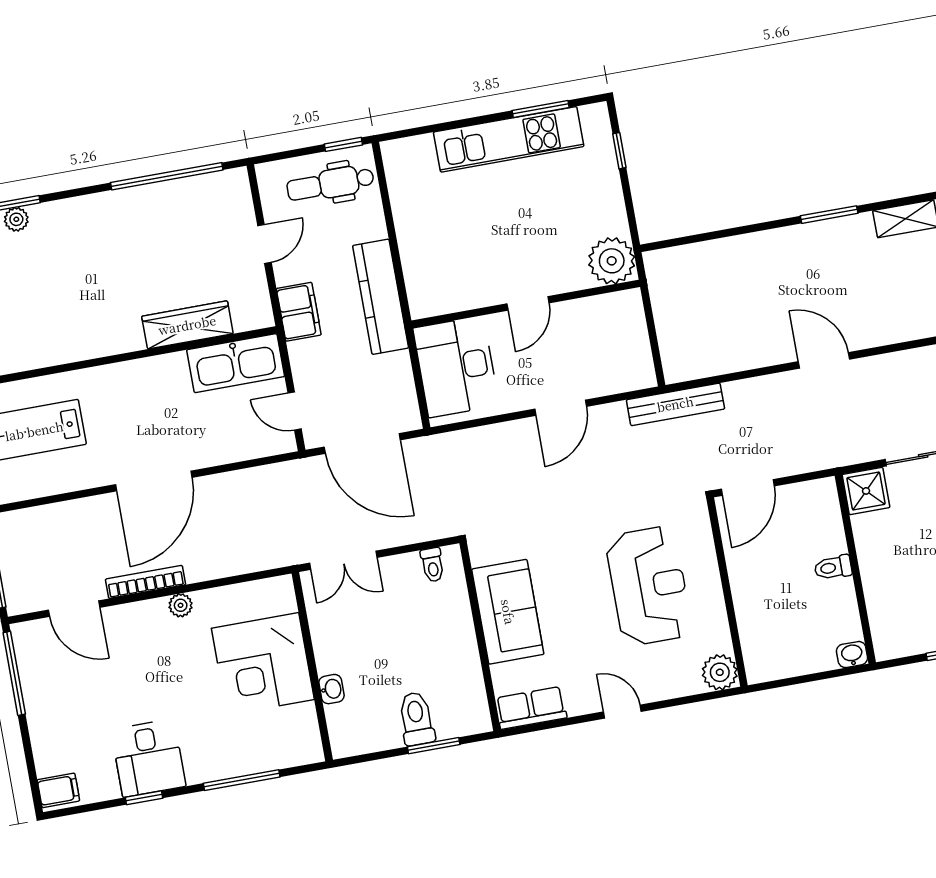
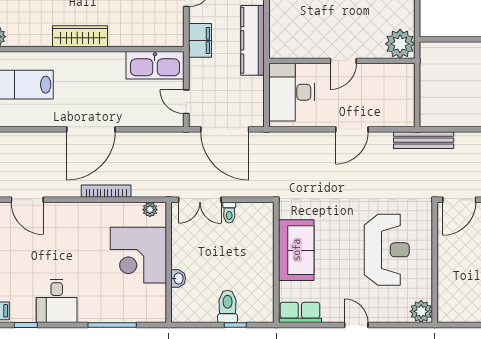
wardrobe: (187, 325) -> (80, 36), moved
toilet: (432, 565) -> (229, 213), moved
bookcase: (145, 582) -> (106, 191), moved
plant: (181, 605) -> (150, 210), moved
window: (434, 746) -> (235, 325), width x0.67
window: (144, 798) -> (26, 325), moved

